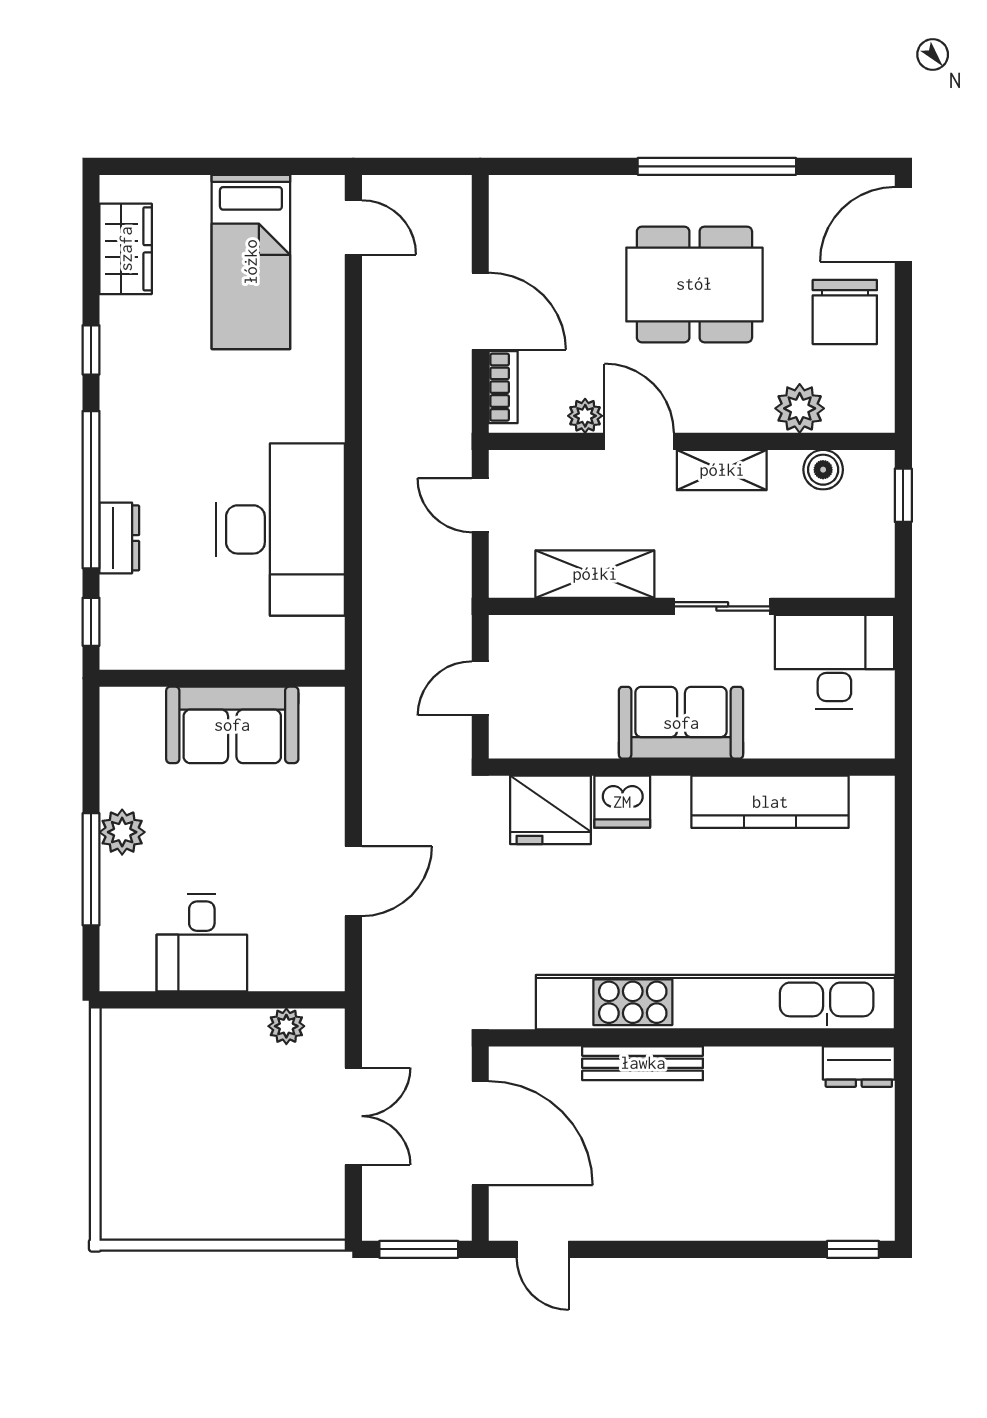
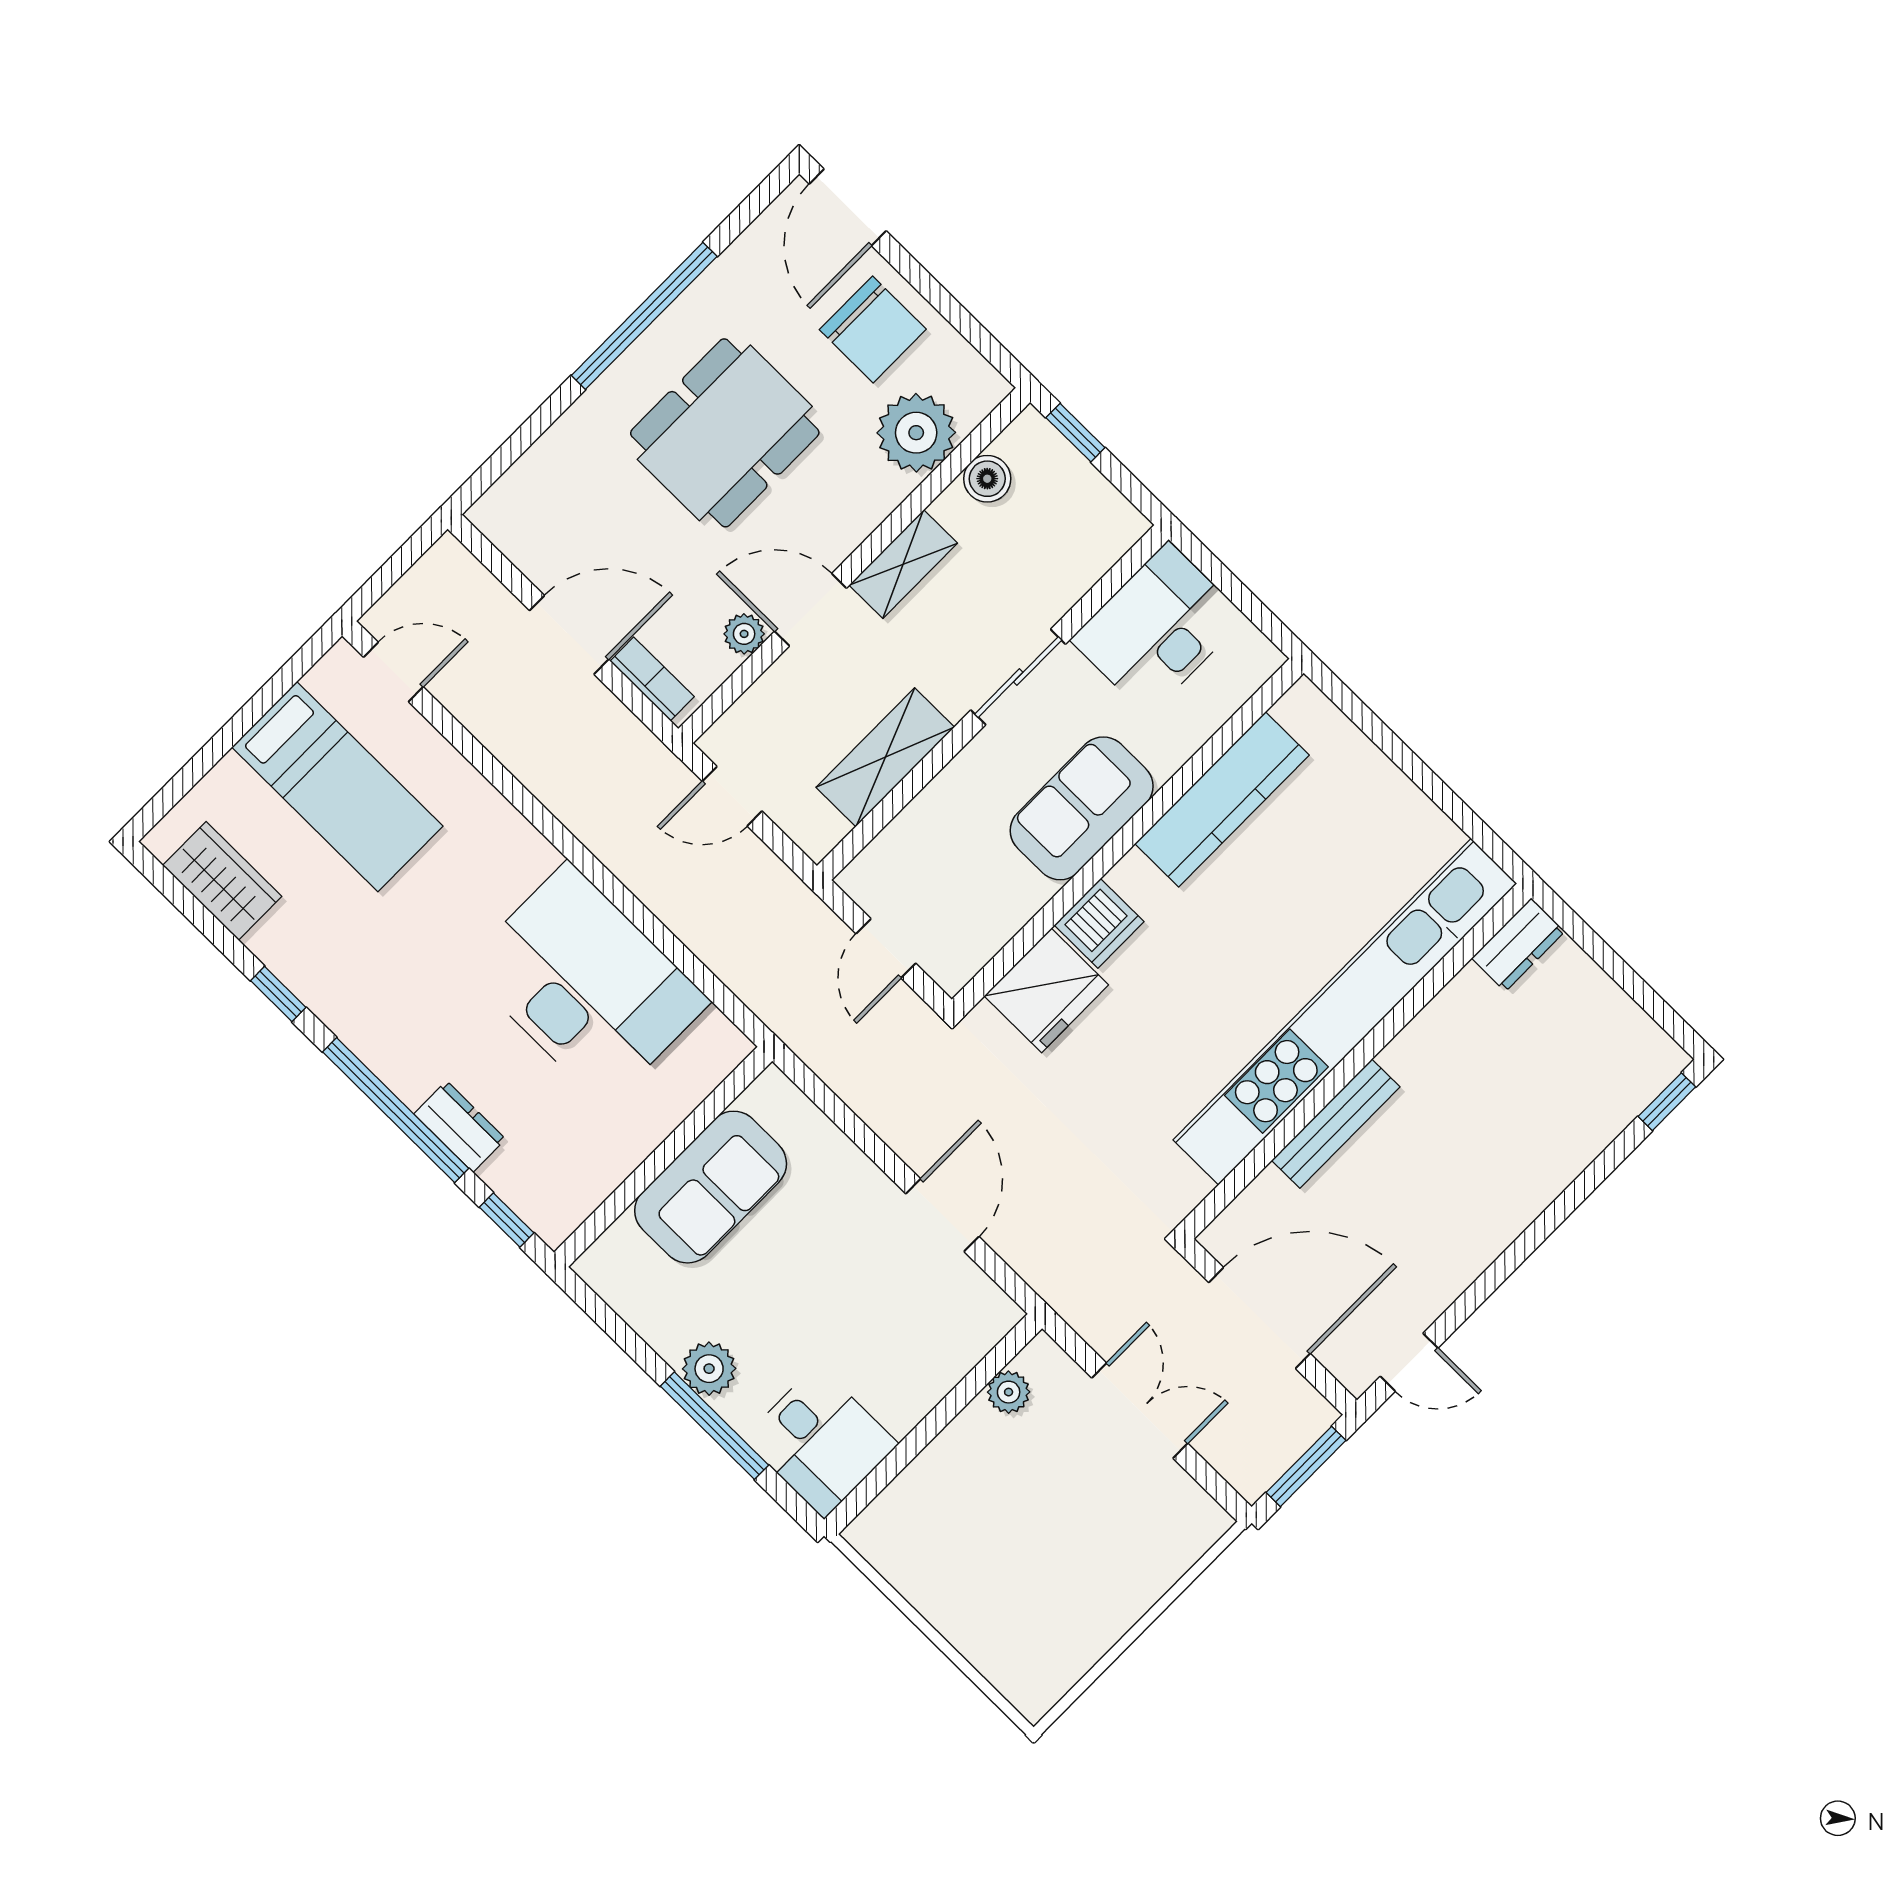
plant: (800, 408) -> (916, 433), width x1.36, depth x1.36
desk: (202, 942) -> (821, 1441), moved

